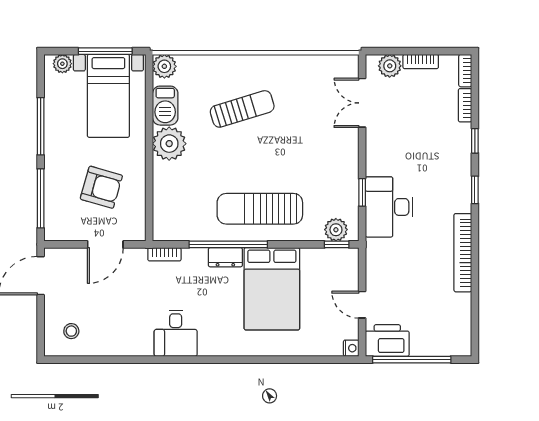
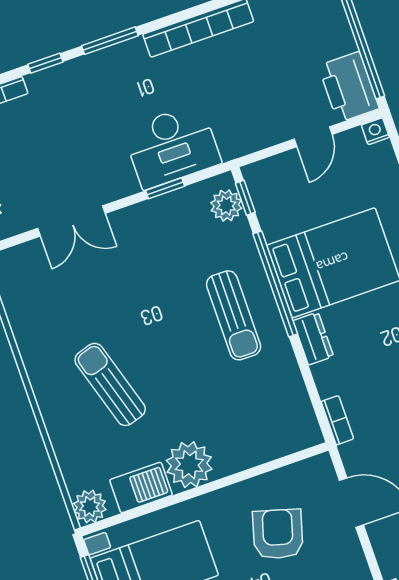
double door: (362, 103) -> (71, 221), moved
window: (475, 190) -> (110, 41), width x1.50
sun lounger: (260, 209) -> (234, 315), width x0.73, depth x0.75
window: (228, 244) -> (275, 284), moved

